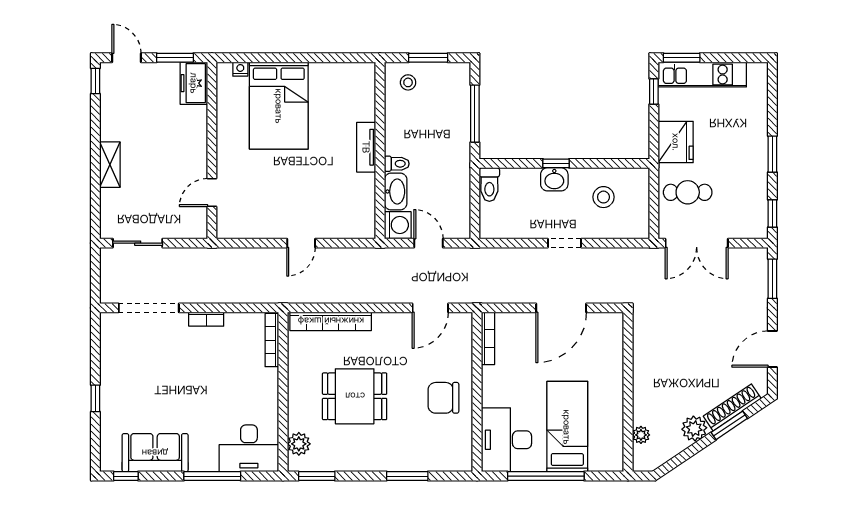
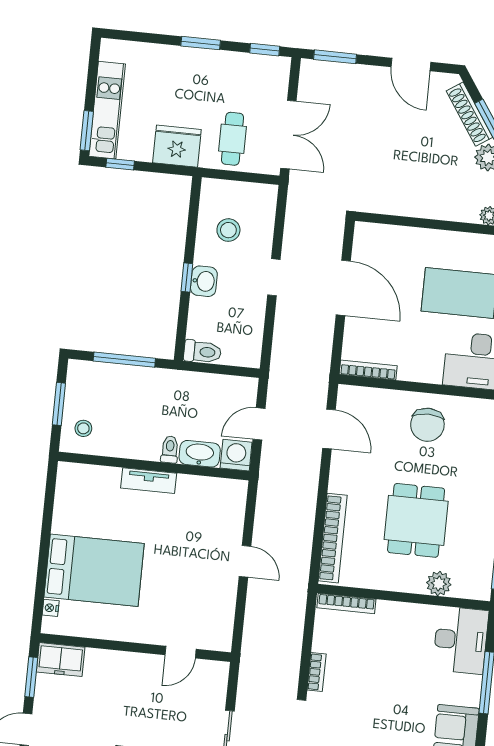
door: (212, 193) -> (181, 652), hinge flipped
plant: (299, 444) -> (439, 584), moved

